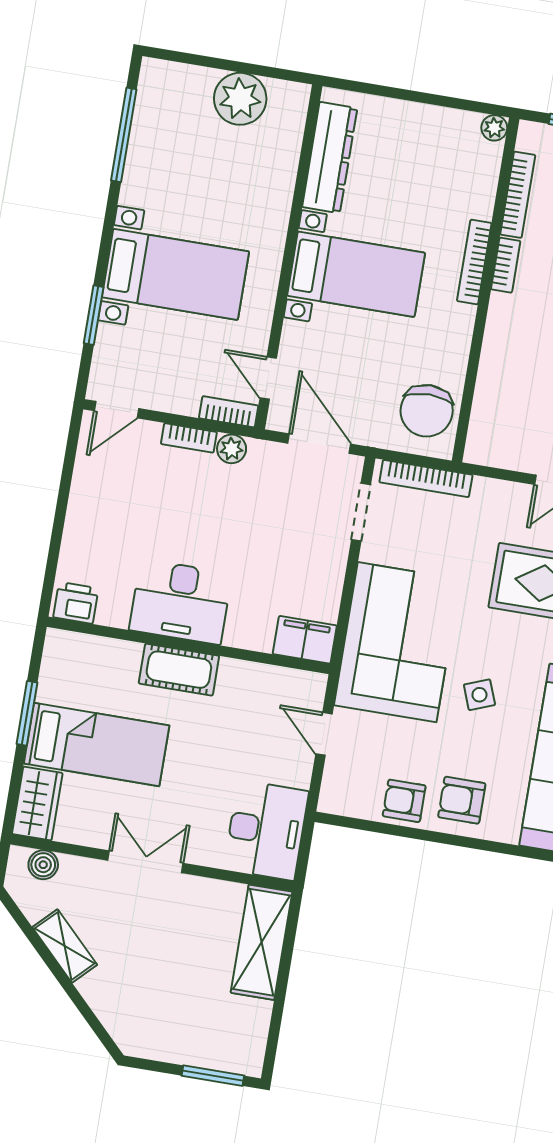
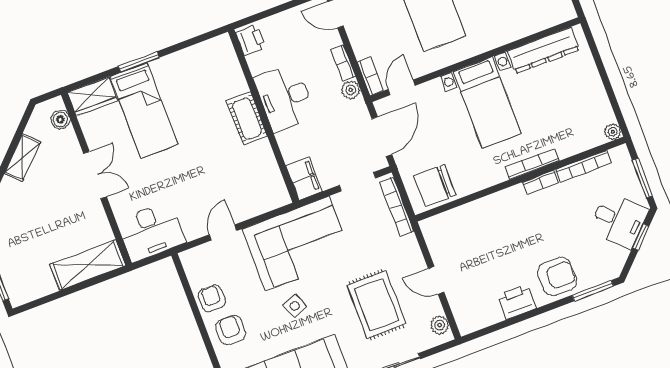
desk: (181, 602) -> (285, 98), moved
printer: (76, 603) -> (251, 40), moved
filing cabinet: (305, 640) -> (304, 178), moved
wall: (189, 645) -> (263, 116), moved
cot: (179, 670) -> (247, 119), moved

